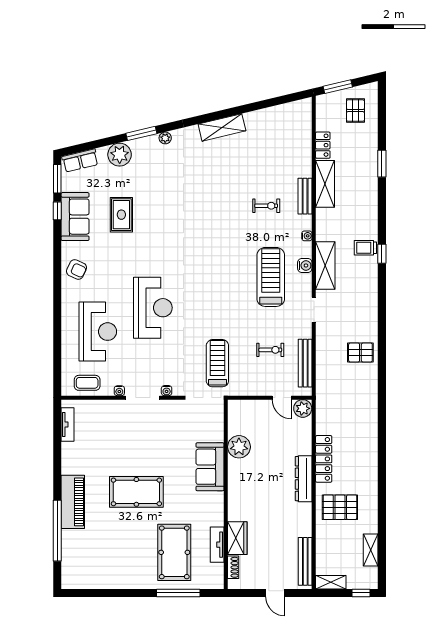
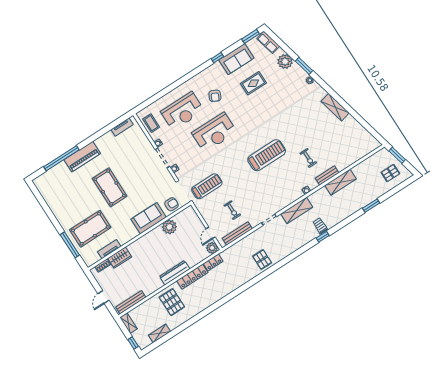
locker: (323, 145) -> (213, 262), moved
window: (57, 211) -> (217, 58), moved
water cooler: (305, 265) -> (290, 199), removed
armchair: (77, 269) -> (215, 96), moved
treadmill: (271, 277) -> (267, 155), moved
armchair: (211, 425) -> (172, 204), added

